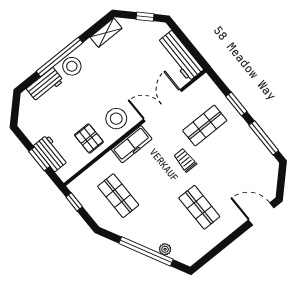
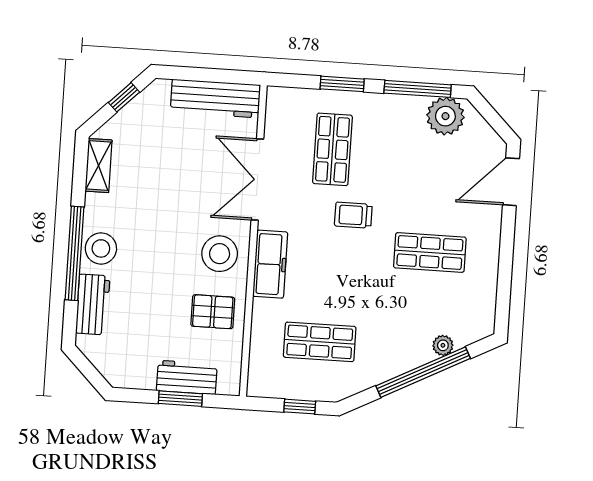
plant: (263, 160) -> (445, 116), added
window: (74, 202) -> (300, 407), moved

